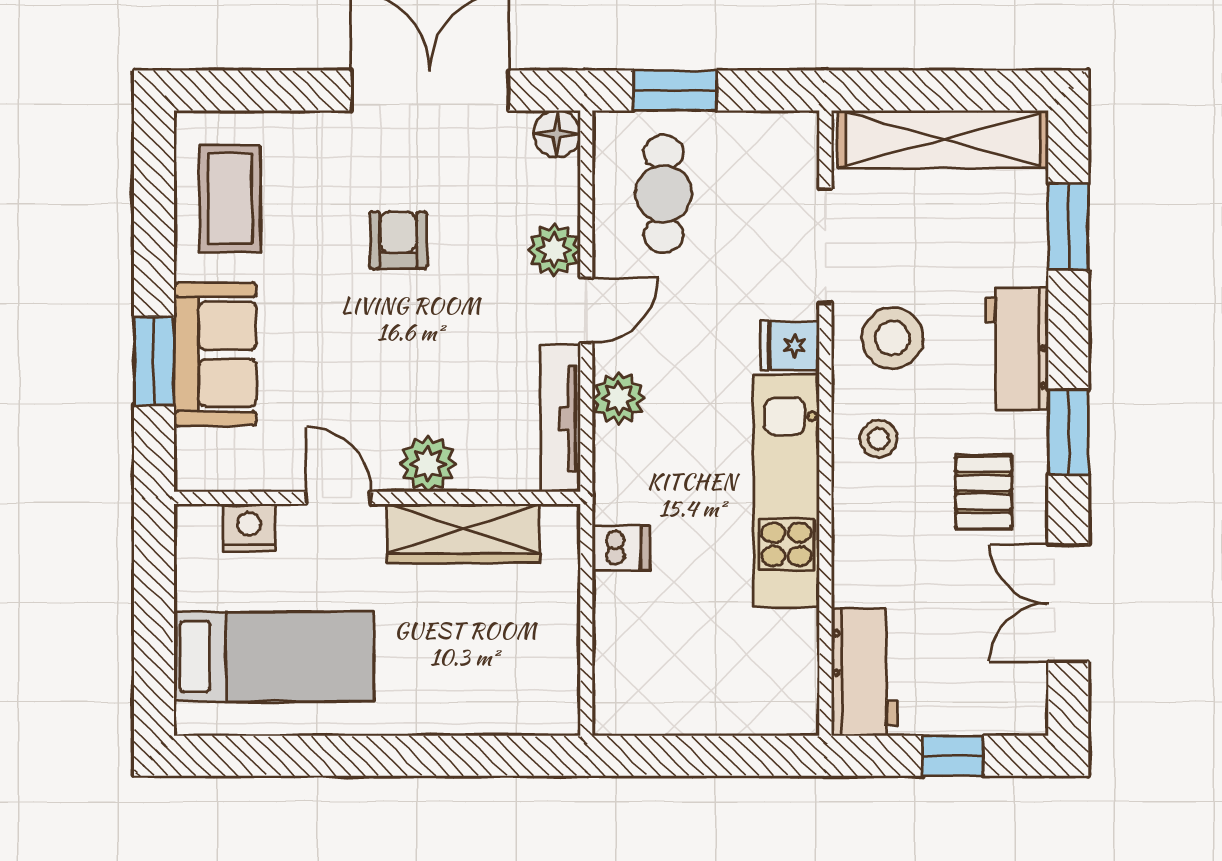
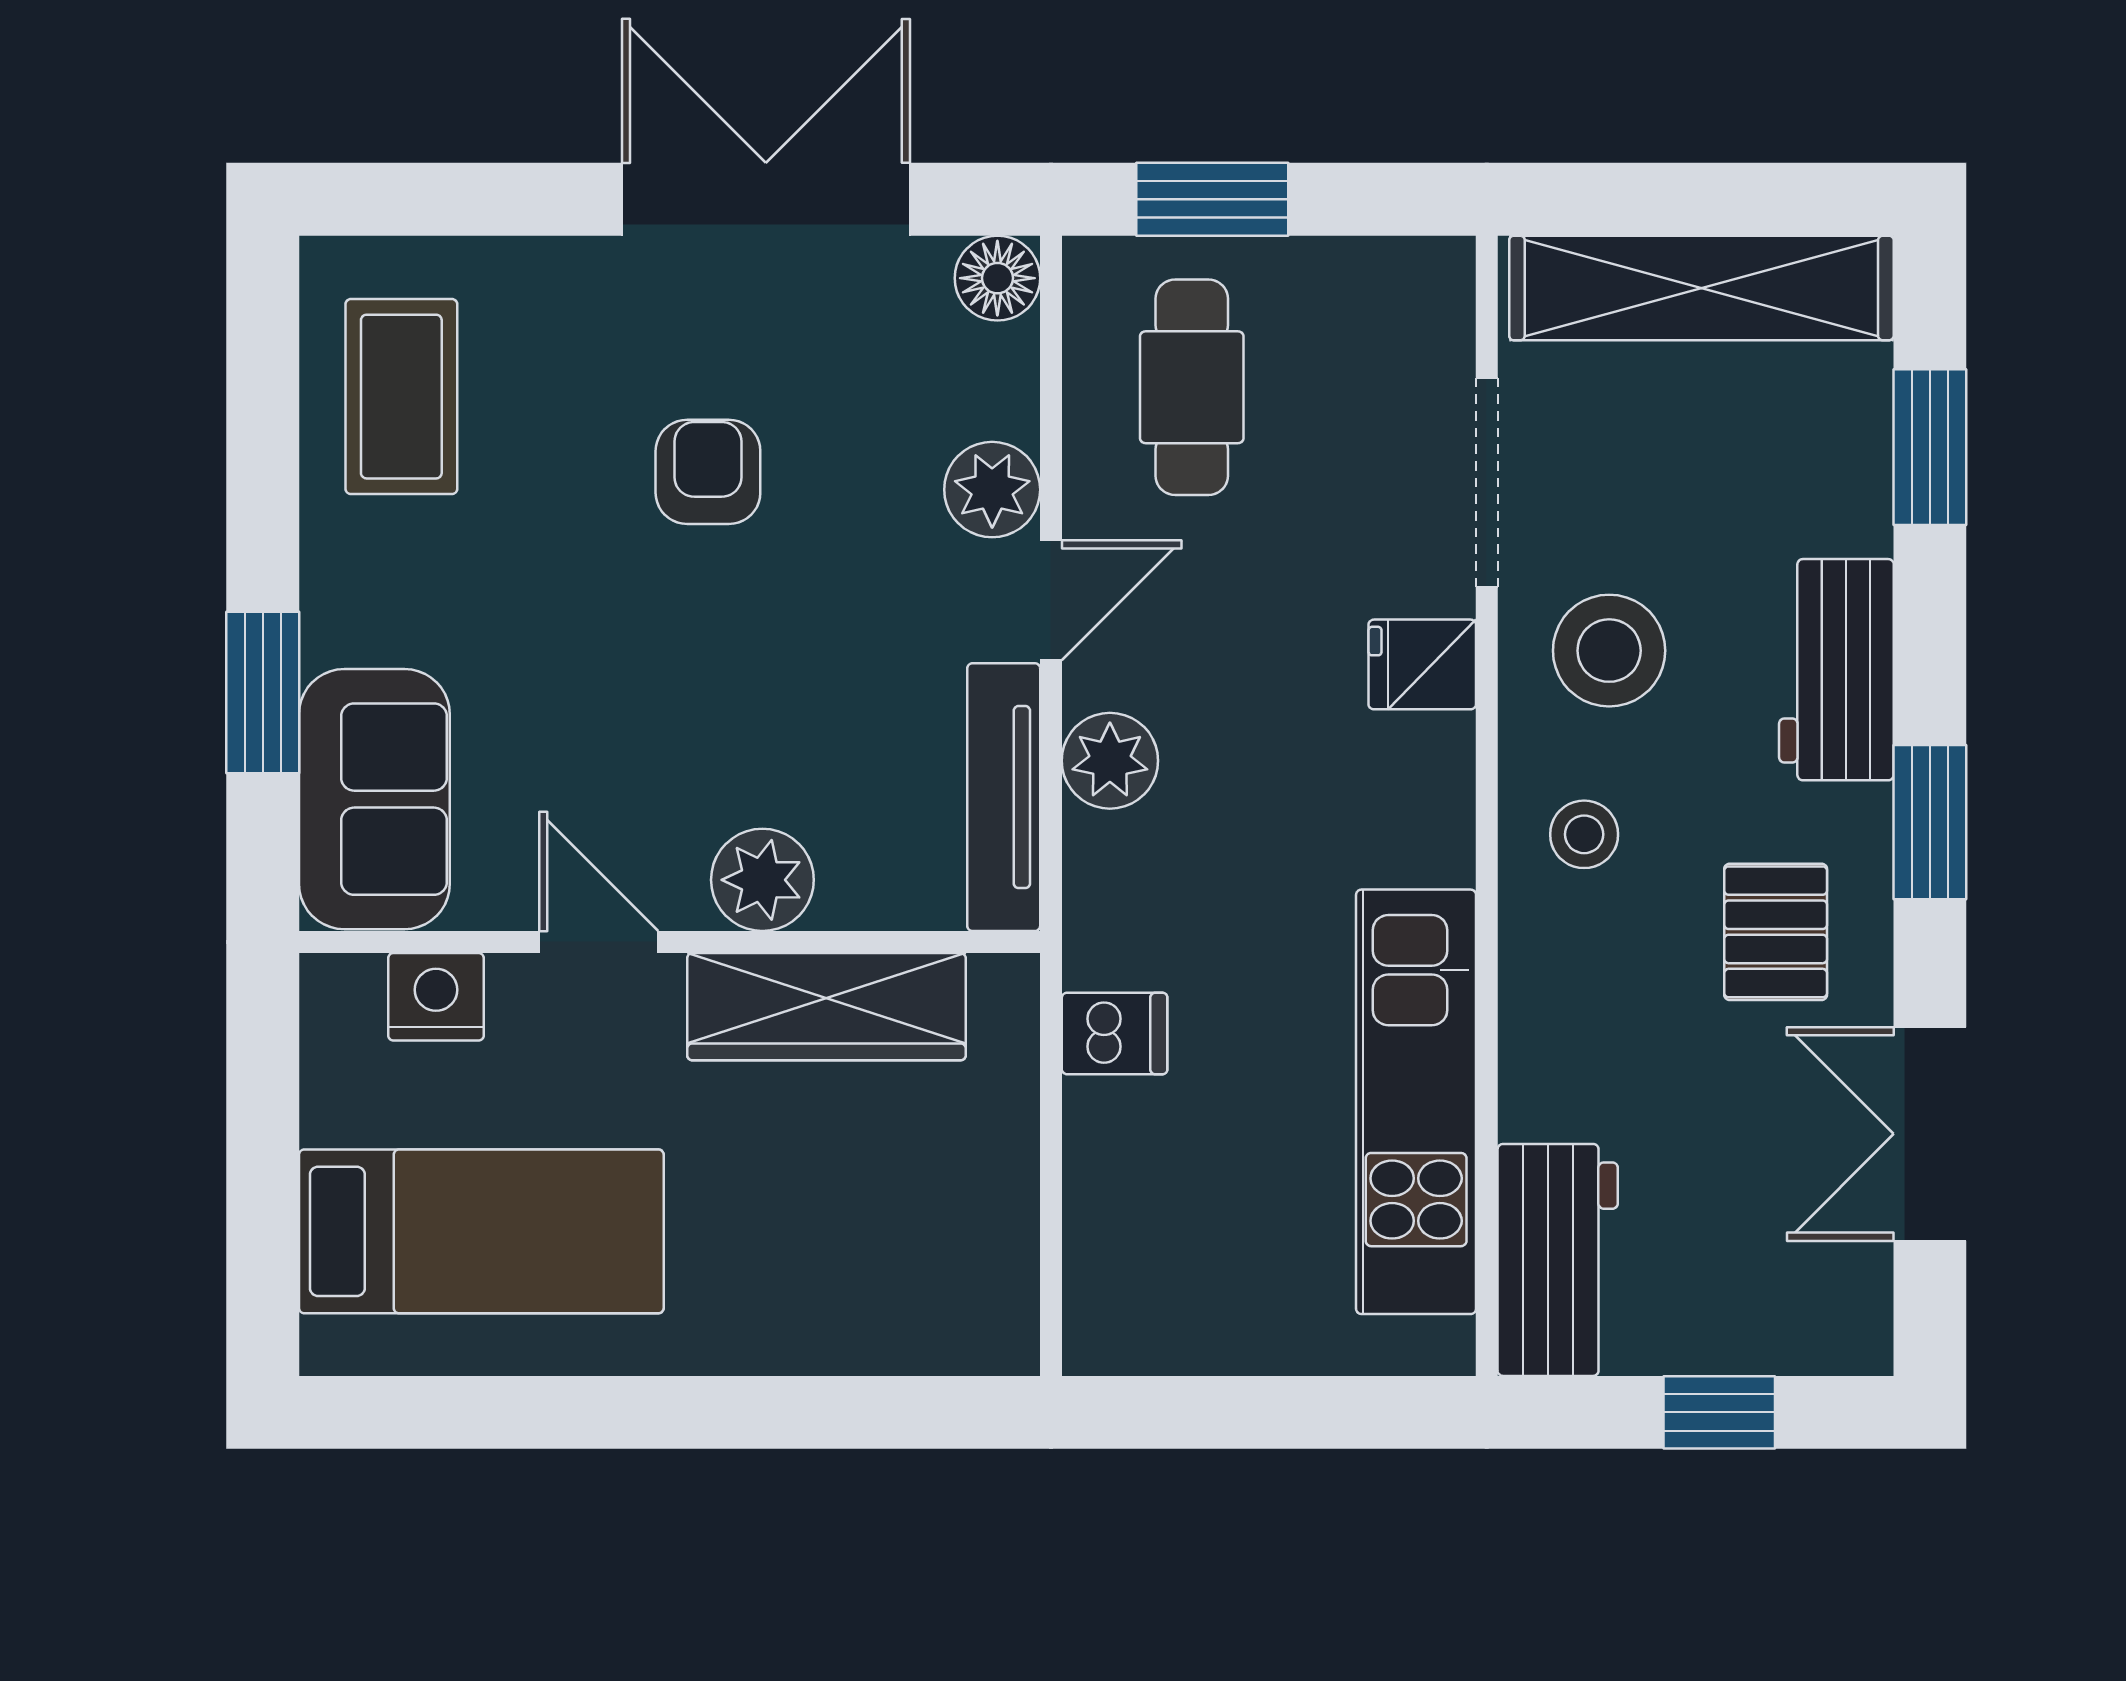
sofa: (215, 354) -> (374, 799), moved
kitchen unit: (786, 491) -> (1416, 1102), moved

